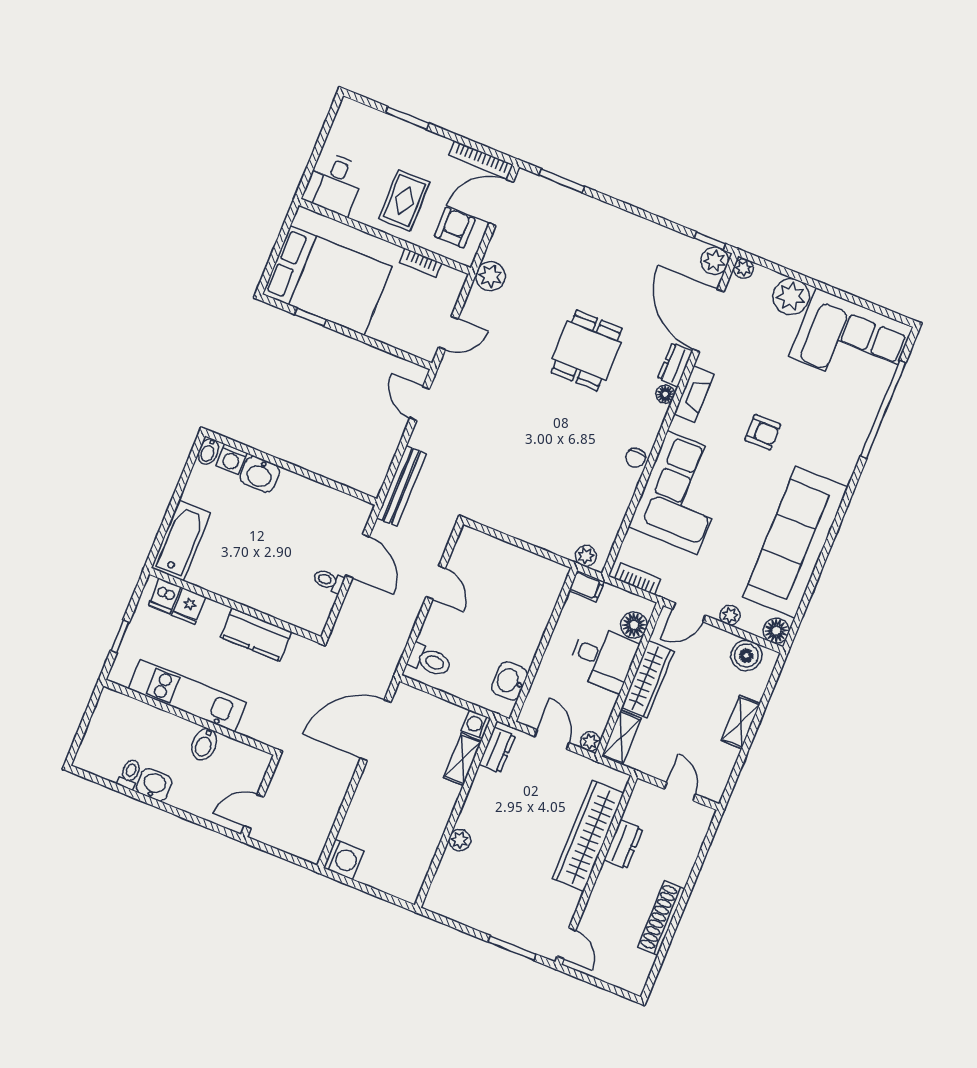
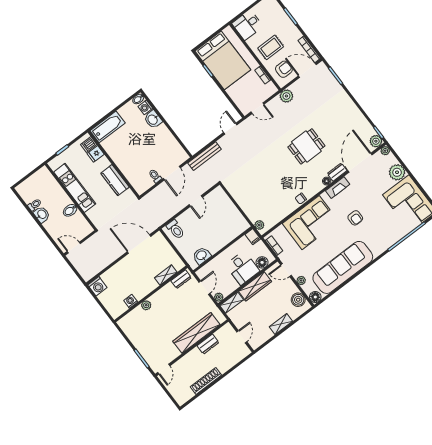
washing machine: (476, 724) -> (131, 301), moved

